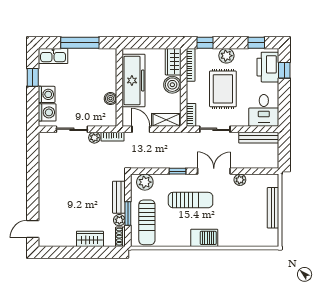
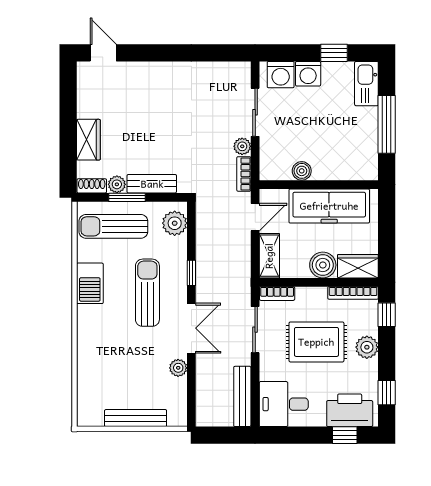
sun lounger: (191, 200) -> (147, 293), turned 180
barbecue: (204, 238) -> (90, 283), moved

